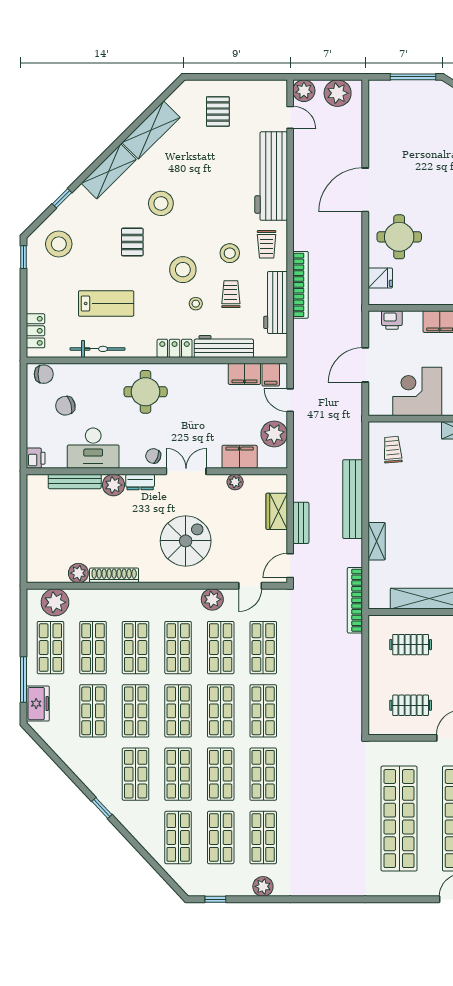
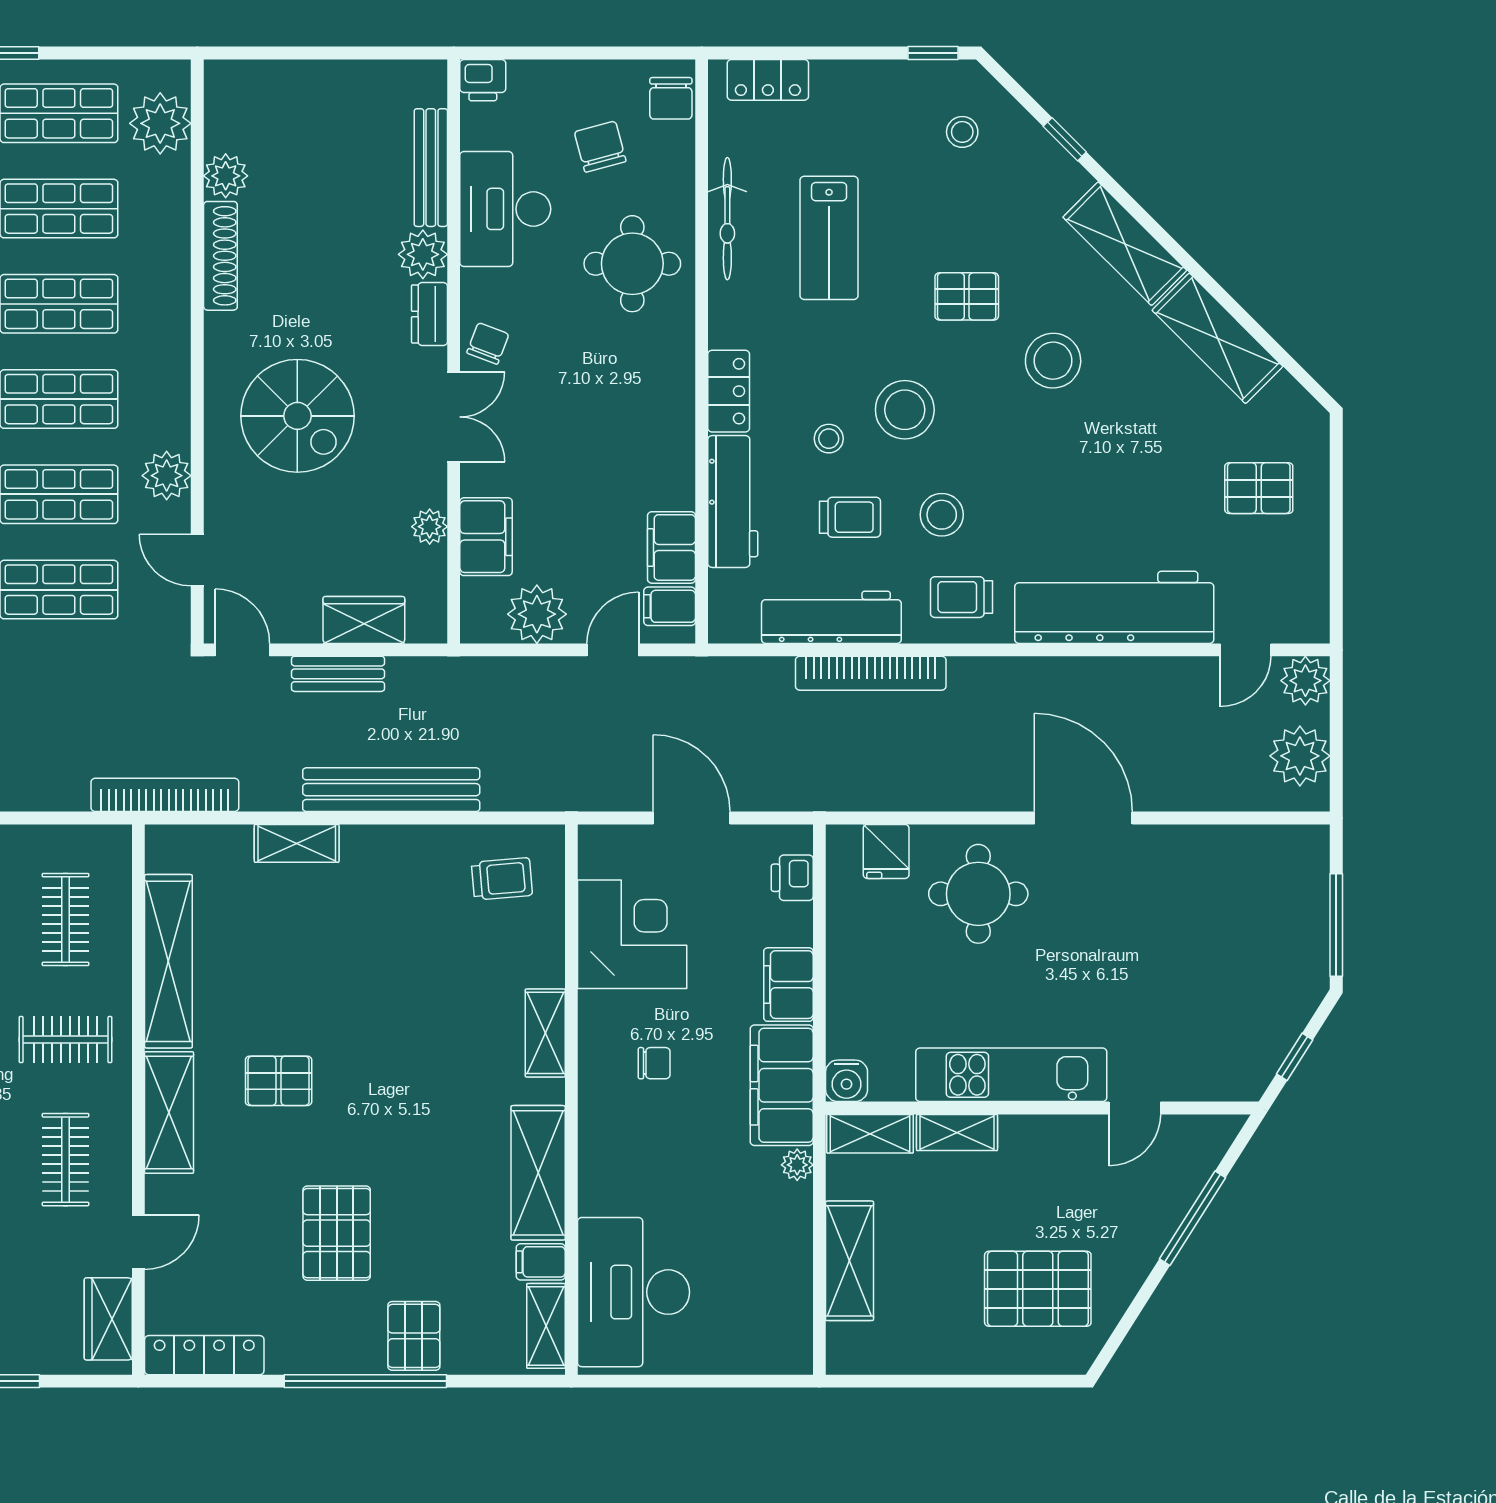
stool: (59, 244) -> (962, 132), width x0.53, depth x0.53
round table: (146, 392) -> (632, 264), moved

